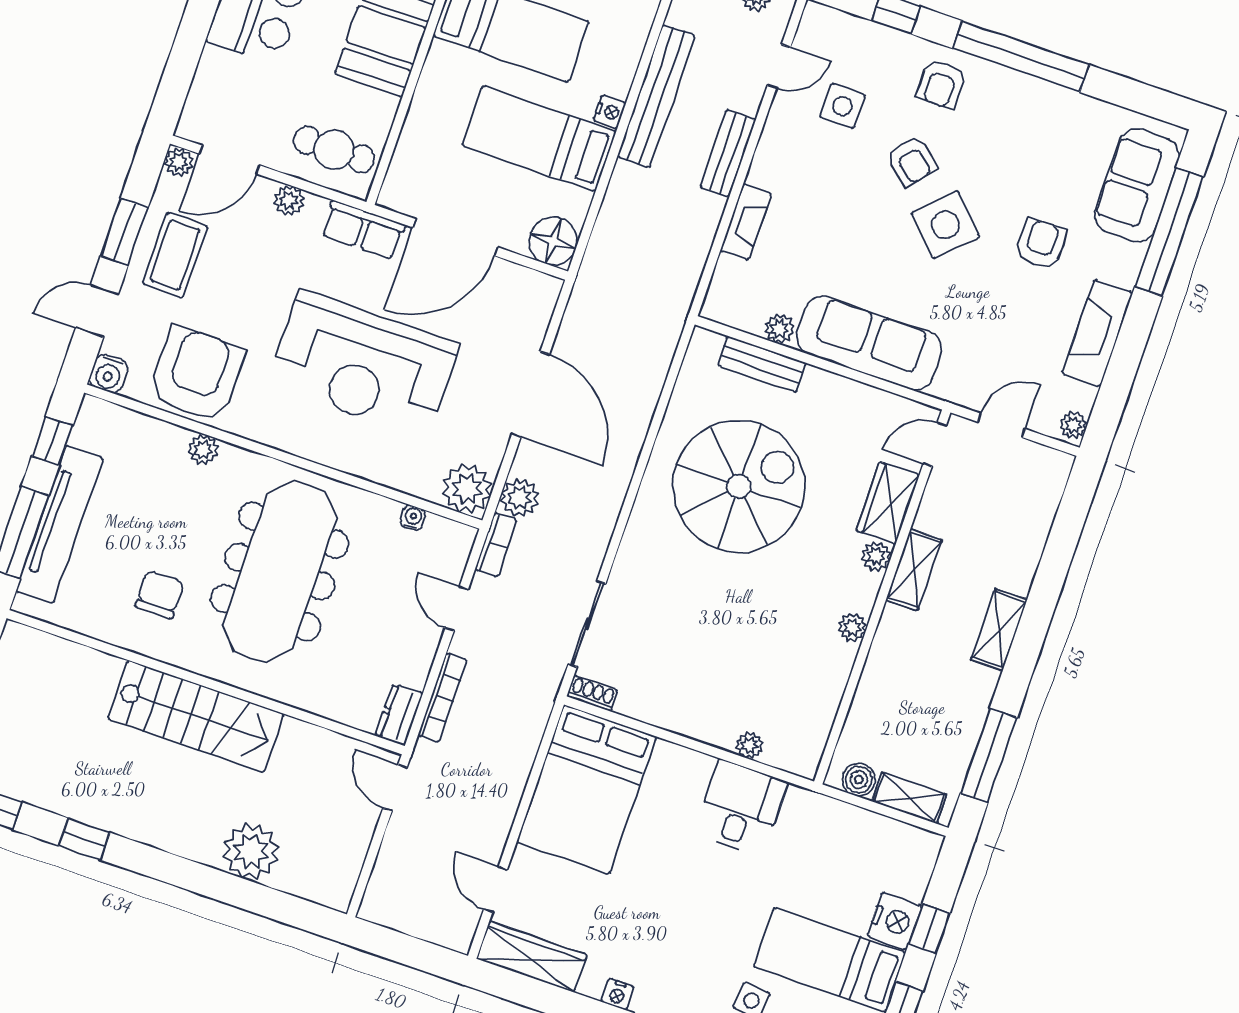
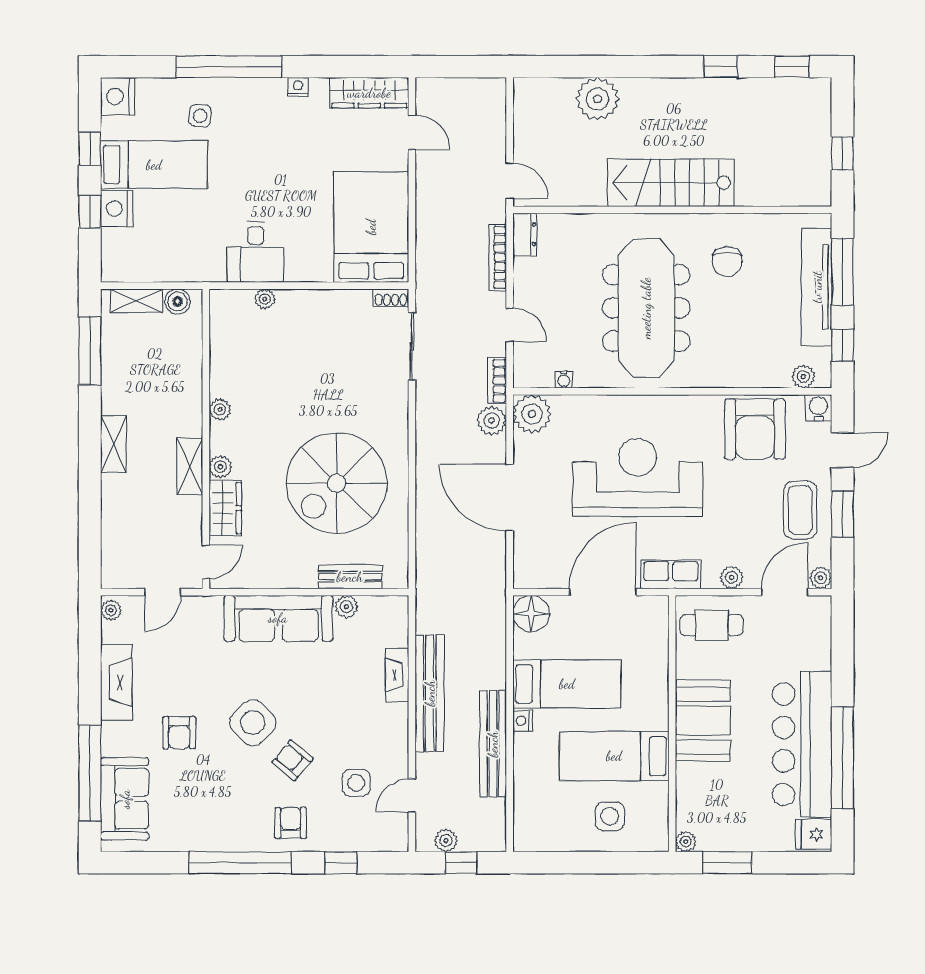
bench: (728, 153) -> (430, 693), width x1.86, depth x1.21
plant: (203, 450) -> (803, 377), moved

